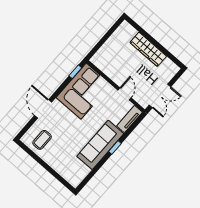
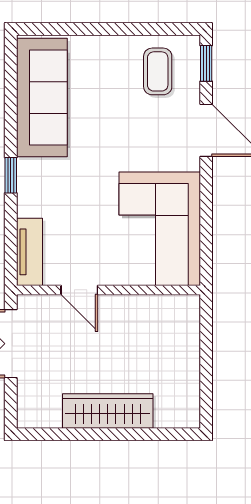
window: (75, 72) -> (206, 63), moved
sofa: (100, 145) -> (42, 98), moved

